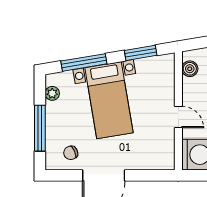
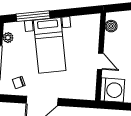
window: (141, 53) -> (75, 12), removed

